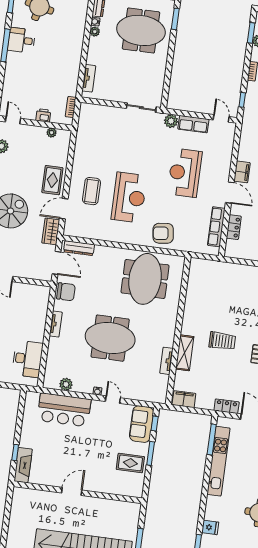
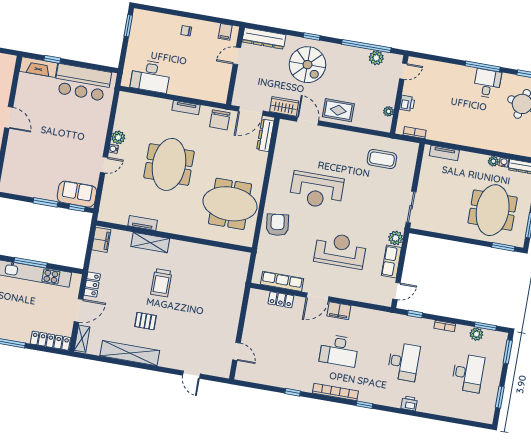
coffee table: (91, 191) -> (382, 159), moved
plant: (66, 384) -> (118, 137), moved
bar counter: (64, 410) -> (83, 82), moved, turned -90
window: (212, 439) -> (31, 263), moved
rug: (130, 463) -> (36, 181), removed

